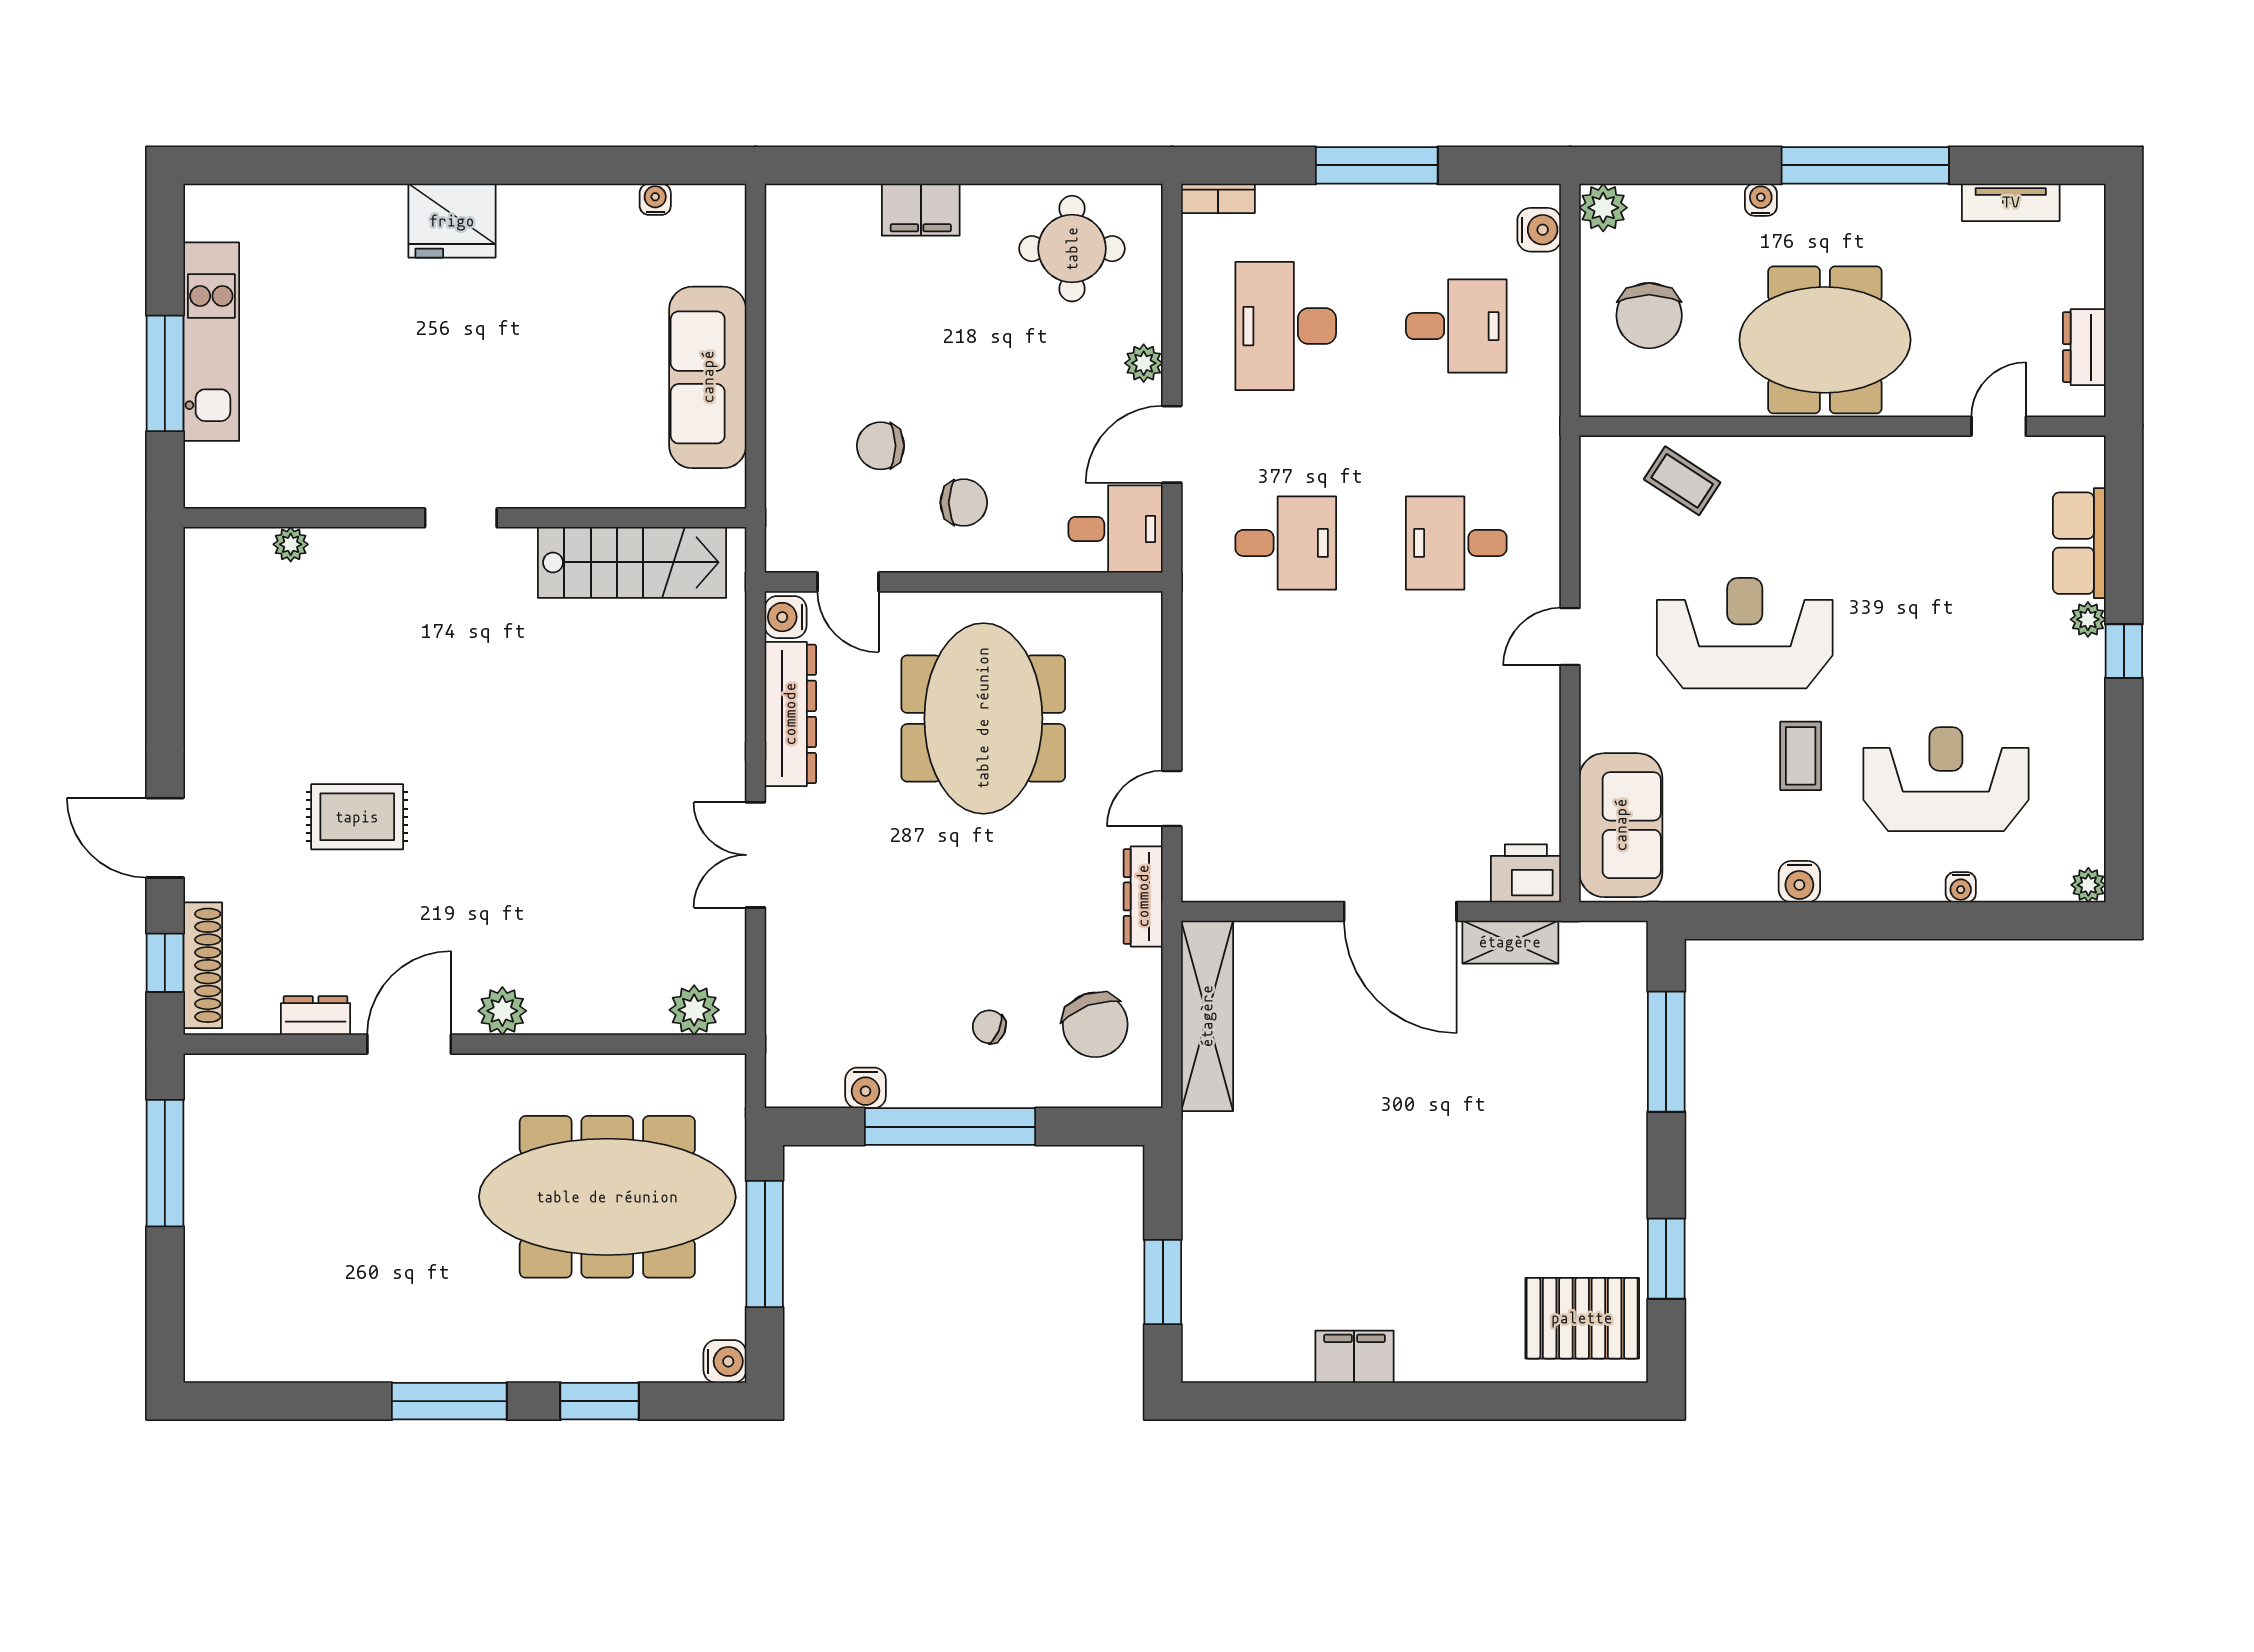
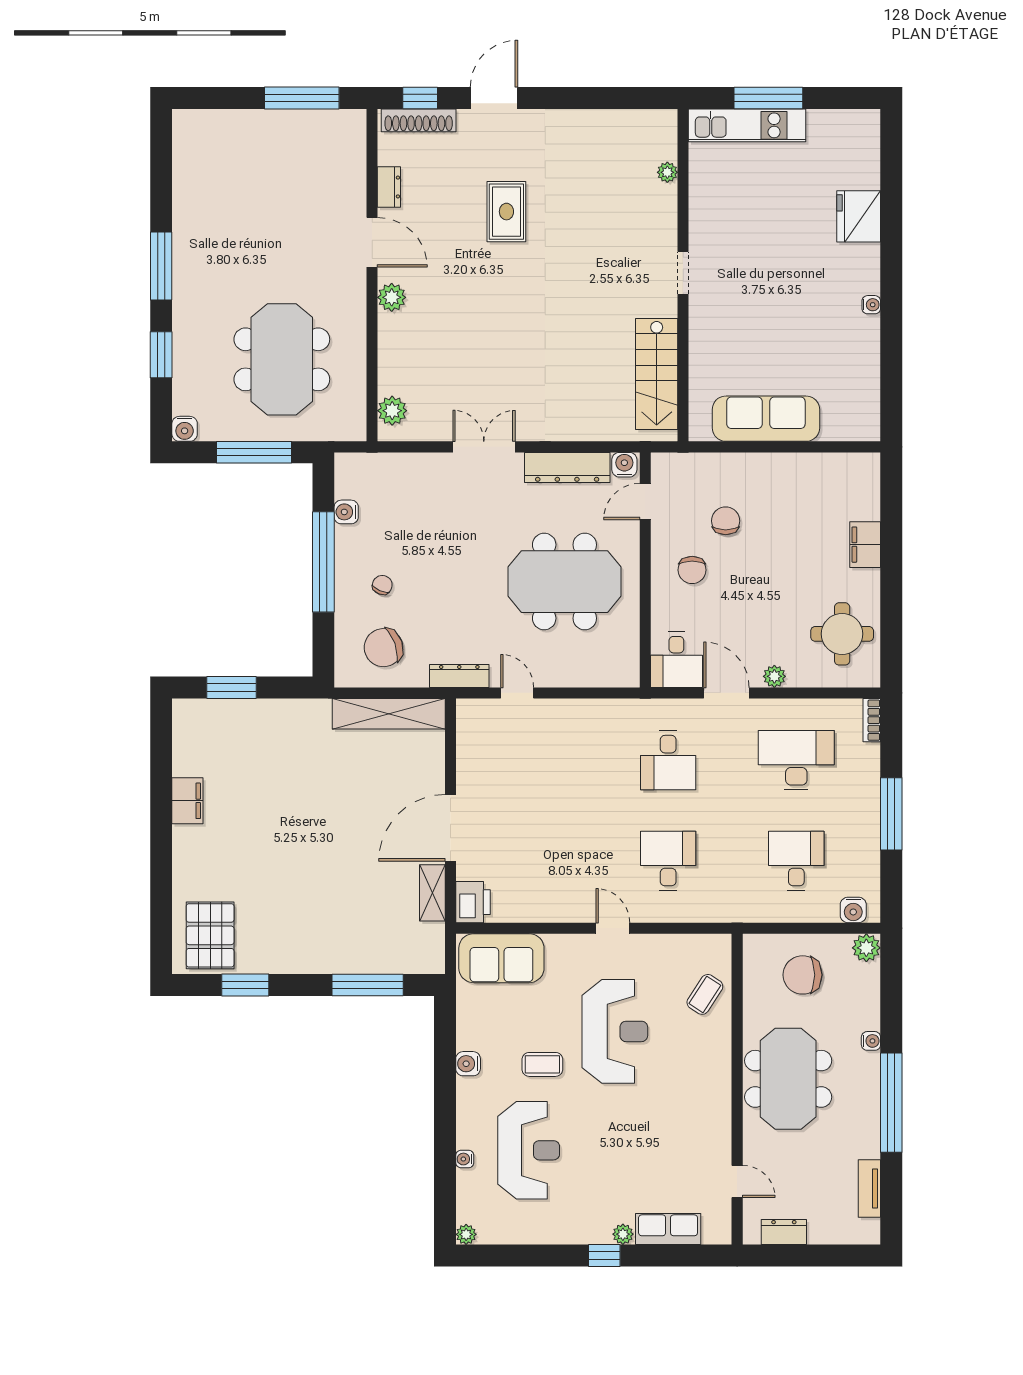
water cooler: (655, 199) -> (871, 305), moved
fridge: (452, 221) -> (859, 216), moved
desk: (1456, 326) -> (796, 861), turned 180
kitchen unit: (211, 342) -> (747, 125), moved
meeting table: (607, 1197) -> (282, 359), width x0.73

